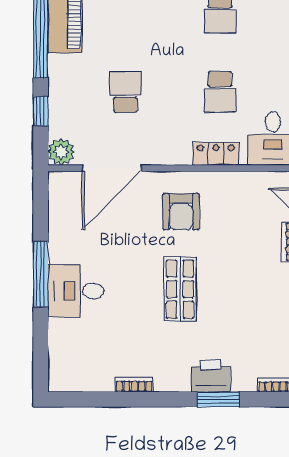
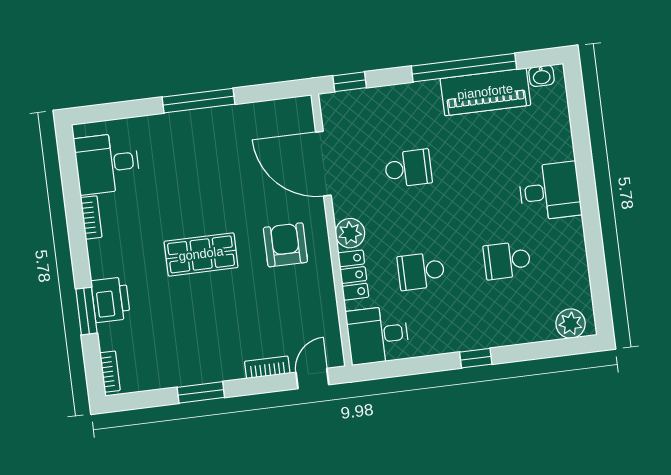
window: (41, 111) -> (350, 82), moved
plant: (61, 152) -> (350, 233), moved
armchair: (181, 212) -> (285, 245), turned 90
desk: (76, 291) -> (107, 163), moved, turned -90

